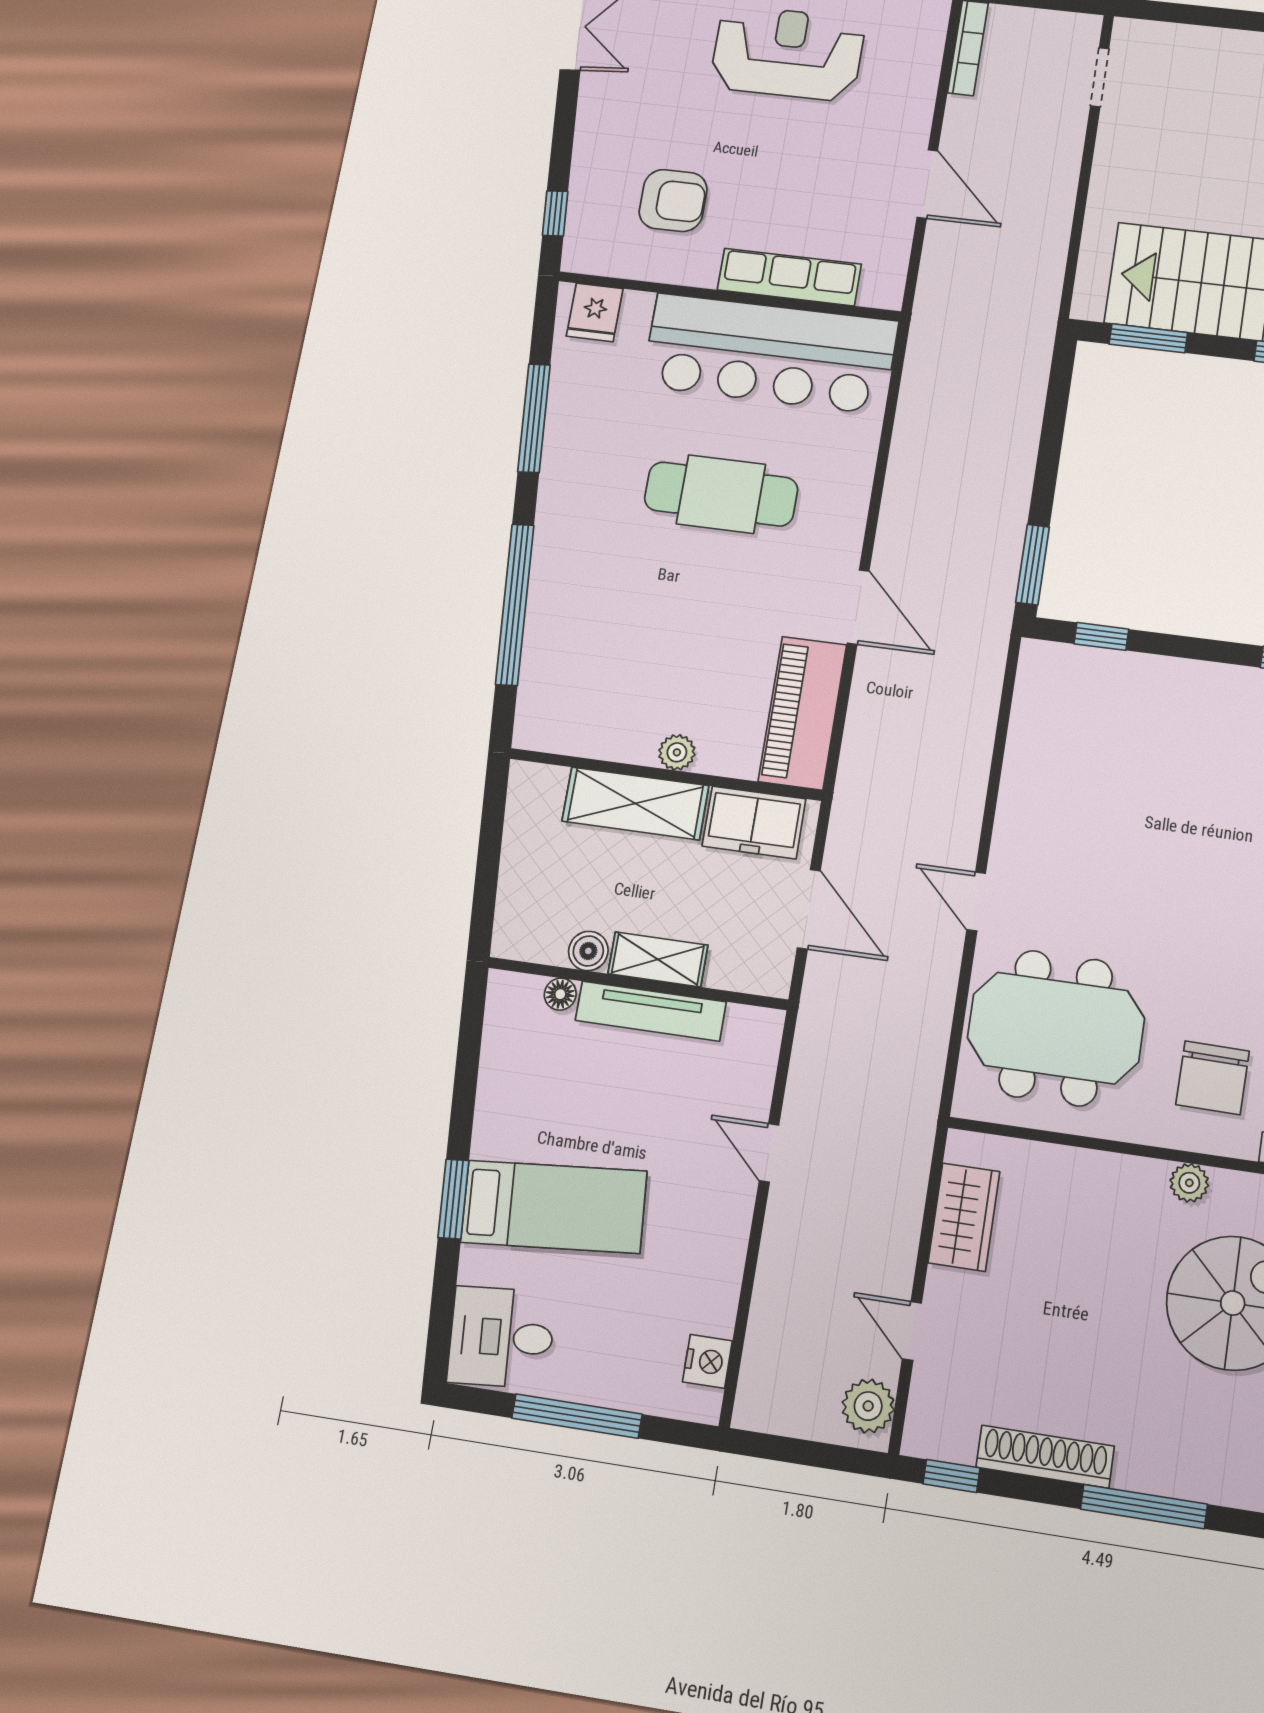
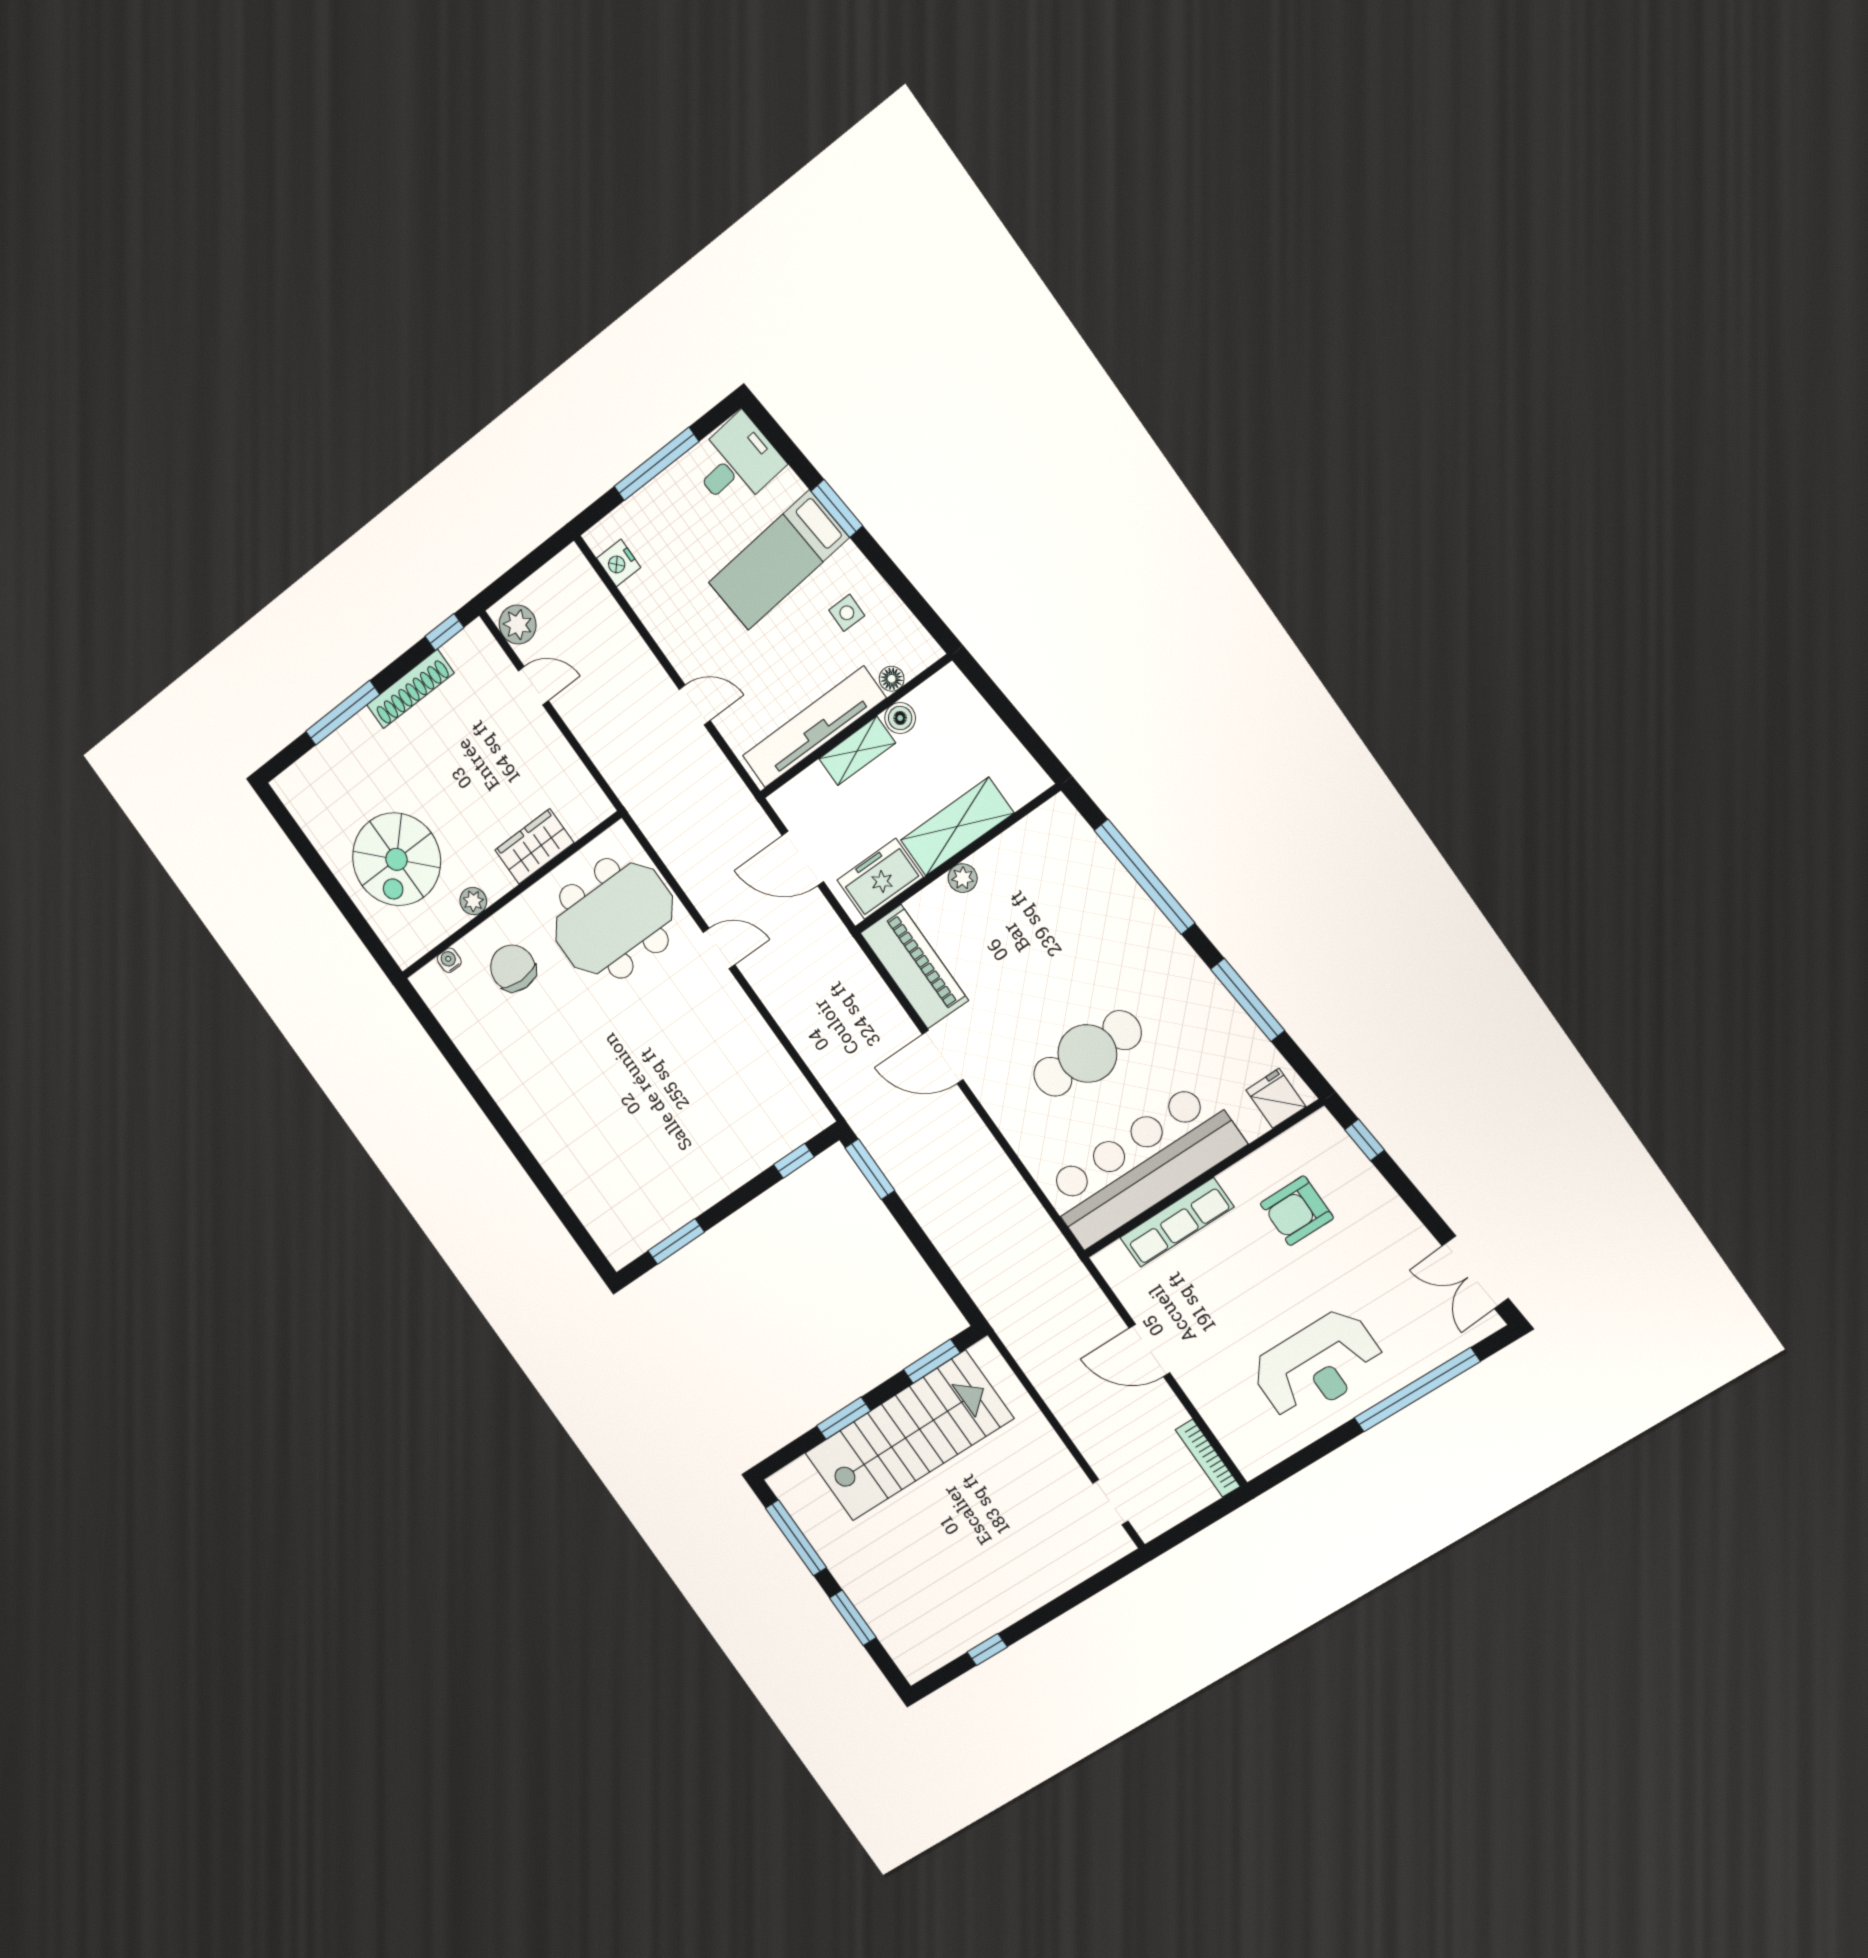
tv unit: (651, 1011) -> (814, 727), width x1.36, depth x1.29
side table: (540, 1095) -> (847, 613), added
wardrobe: (964, 1217) -> (534, 846), moved, turned 90

